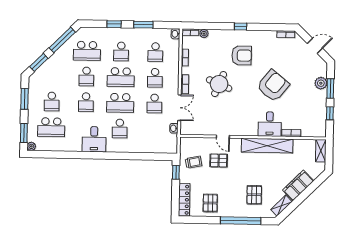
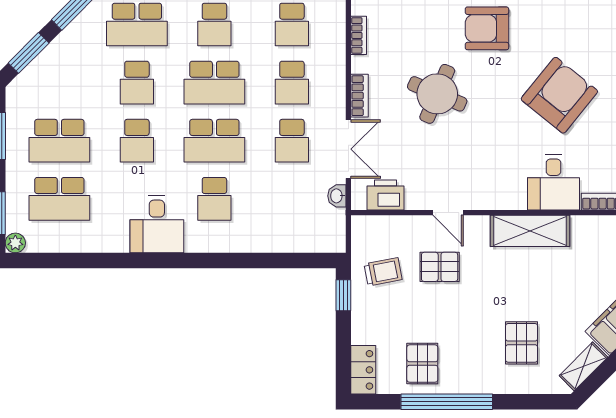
armchair: (242, 56) -> (487, 28), turned 180
school desk: (52, 102) -> (59, 141), width x1.85
printer: (195, 128) -> (385, 195), added
shelving: (267, 146) -> (530, 231), width x0.68
locker: (184, 200) -> (363, 370), width x0.66
window: (241, 221) -> (447, 402), moved

